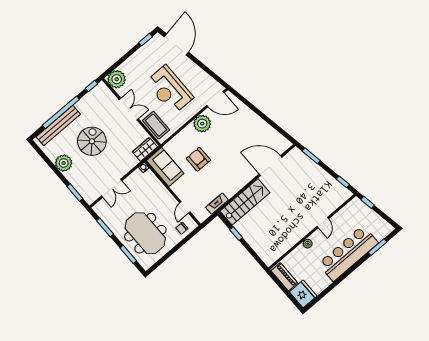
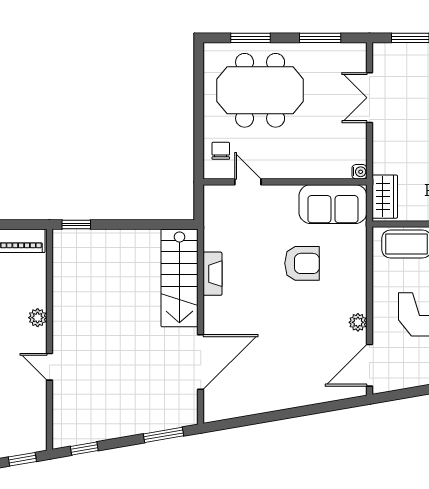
plant: (202, 124) -> (358, 322), width x0.53, depth x0.53
fireplace: (217, 204) -> (213, 274), moved
window: (236, 234) -> (76, 225), moved

